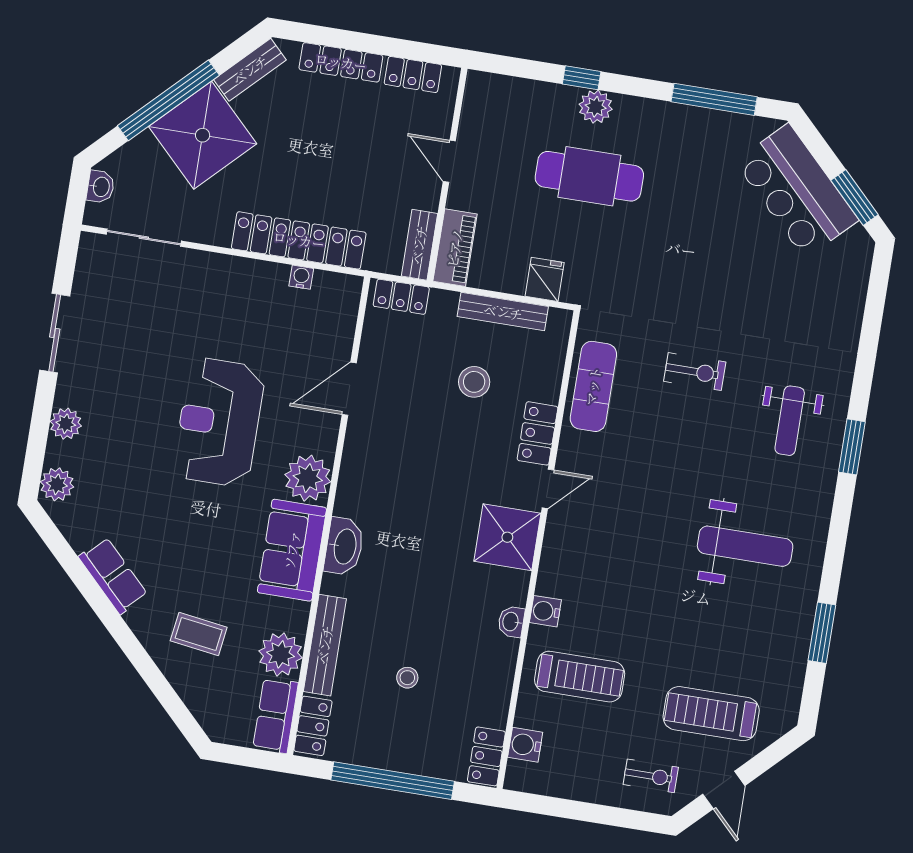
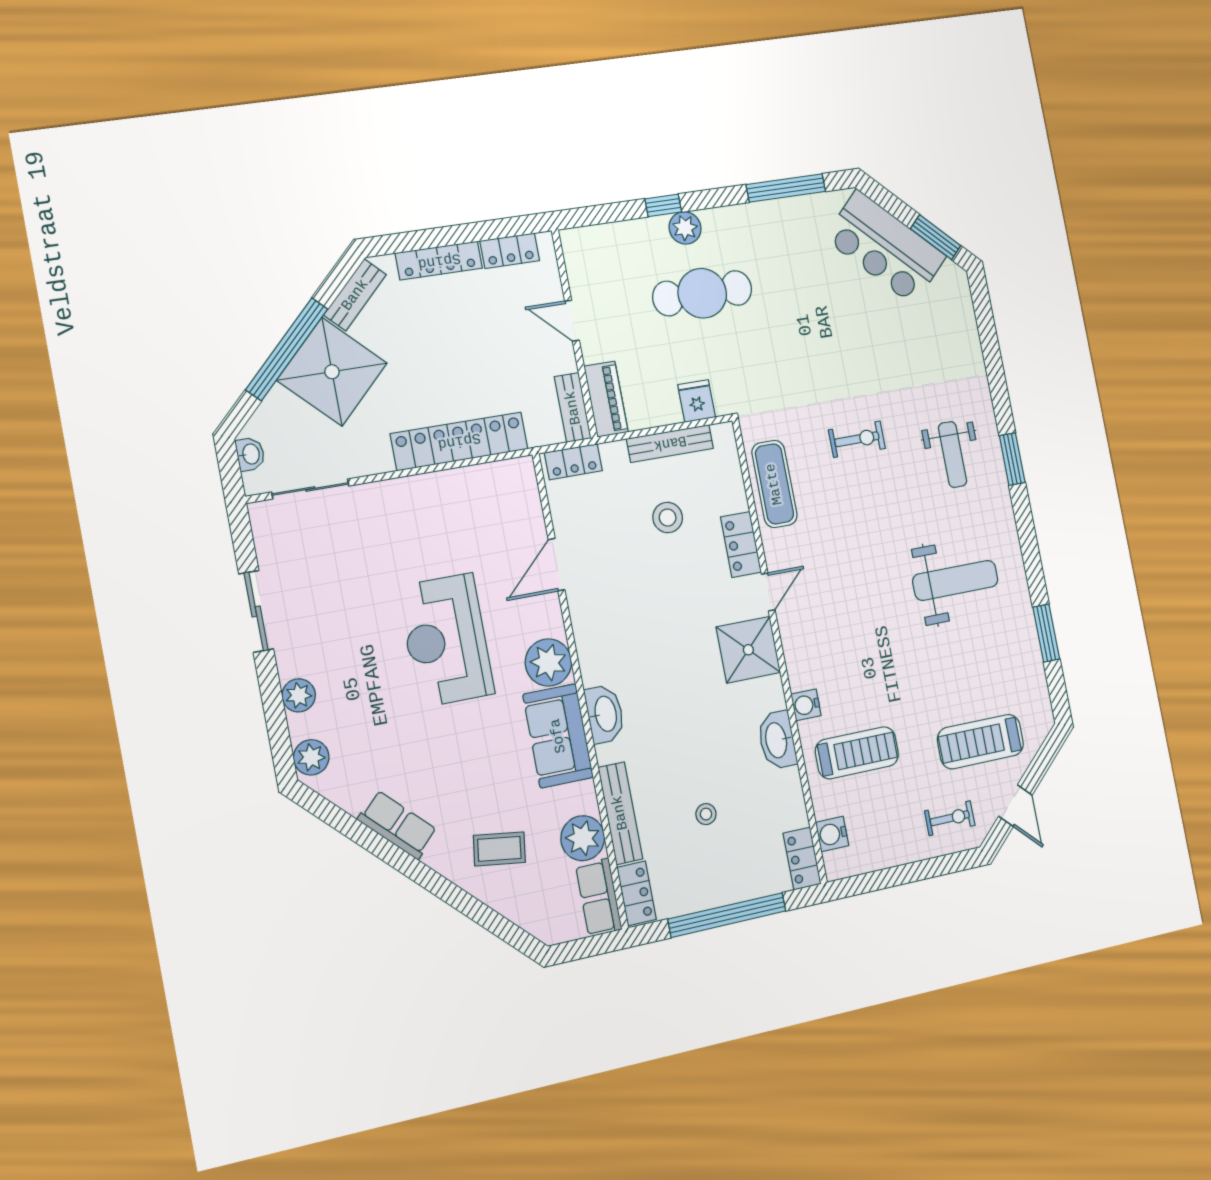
water cooler: (301, 277) -> (474, 475), removed
washbasin: (511, 622) -> (777, 740), width x1.91, depth x1.45

